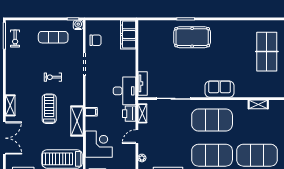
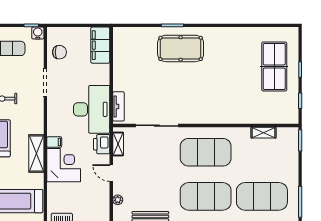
sofa: (220, 89) -> (215, 114), removed
desk: (125, 91) -> (92, 109), width x1.36, depth x1.30
door: (137, 137) -> (111, 173), hinge flipped
corner desk: (99, 144) -> (64, 165), moved

